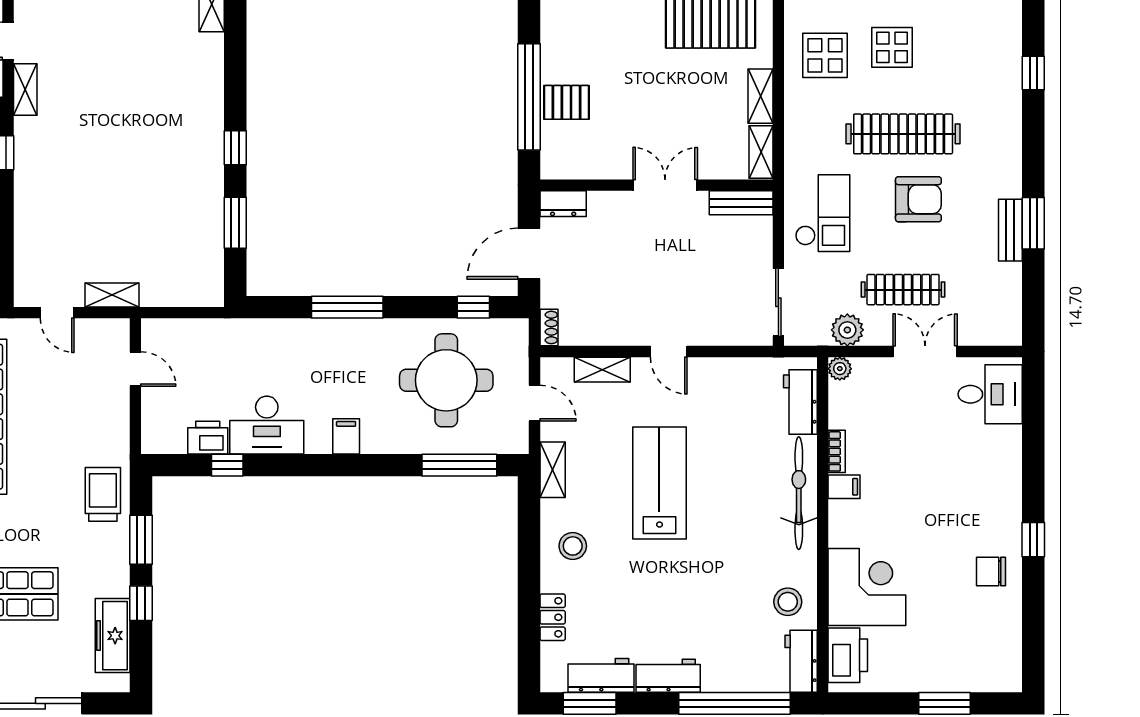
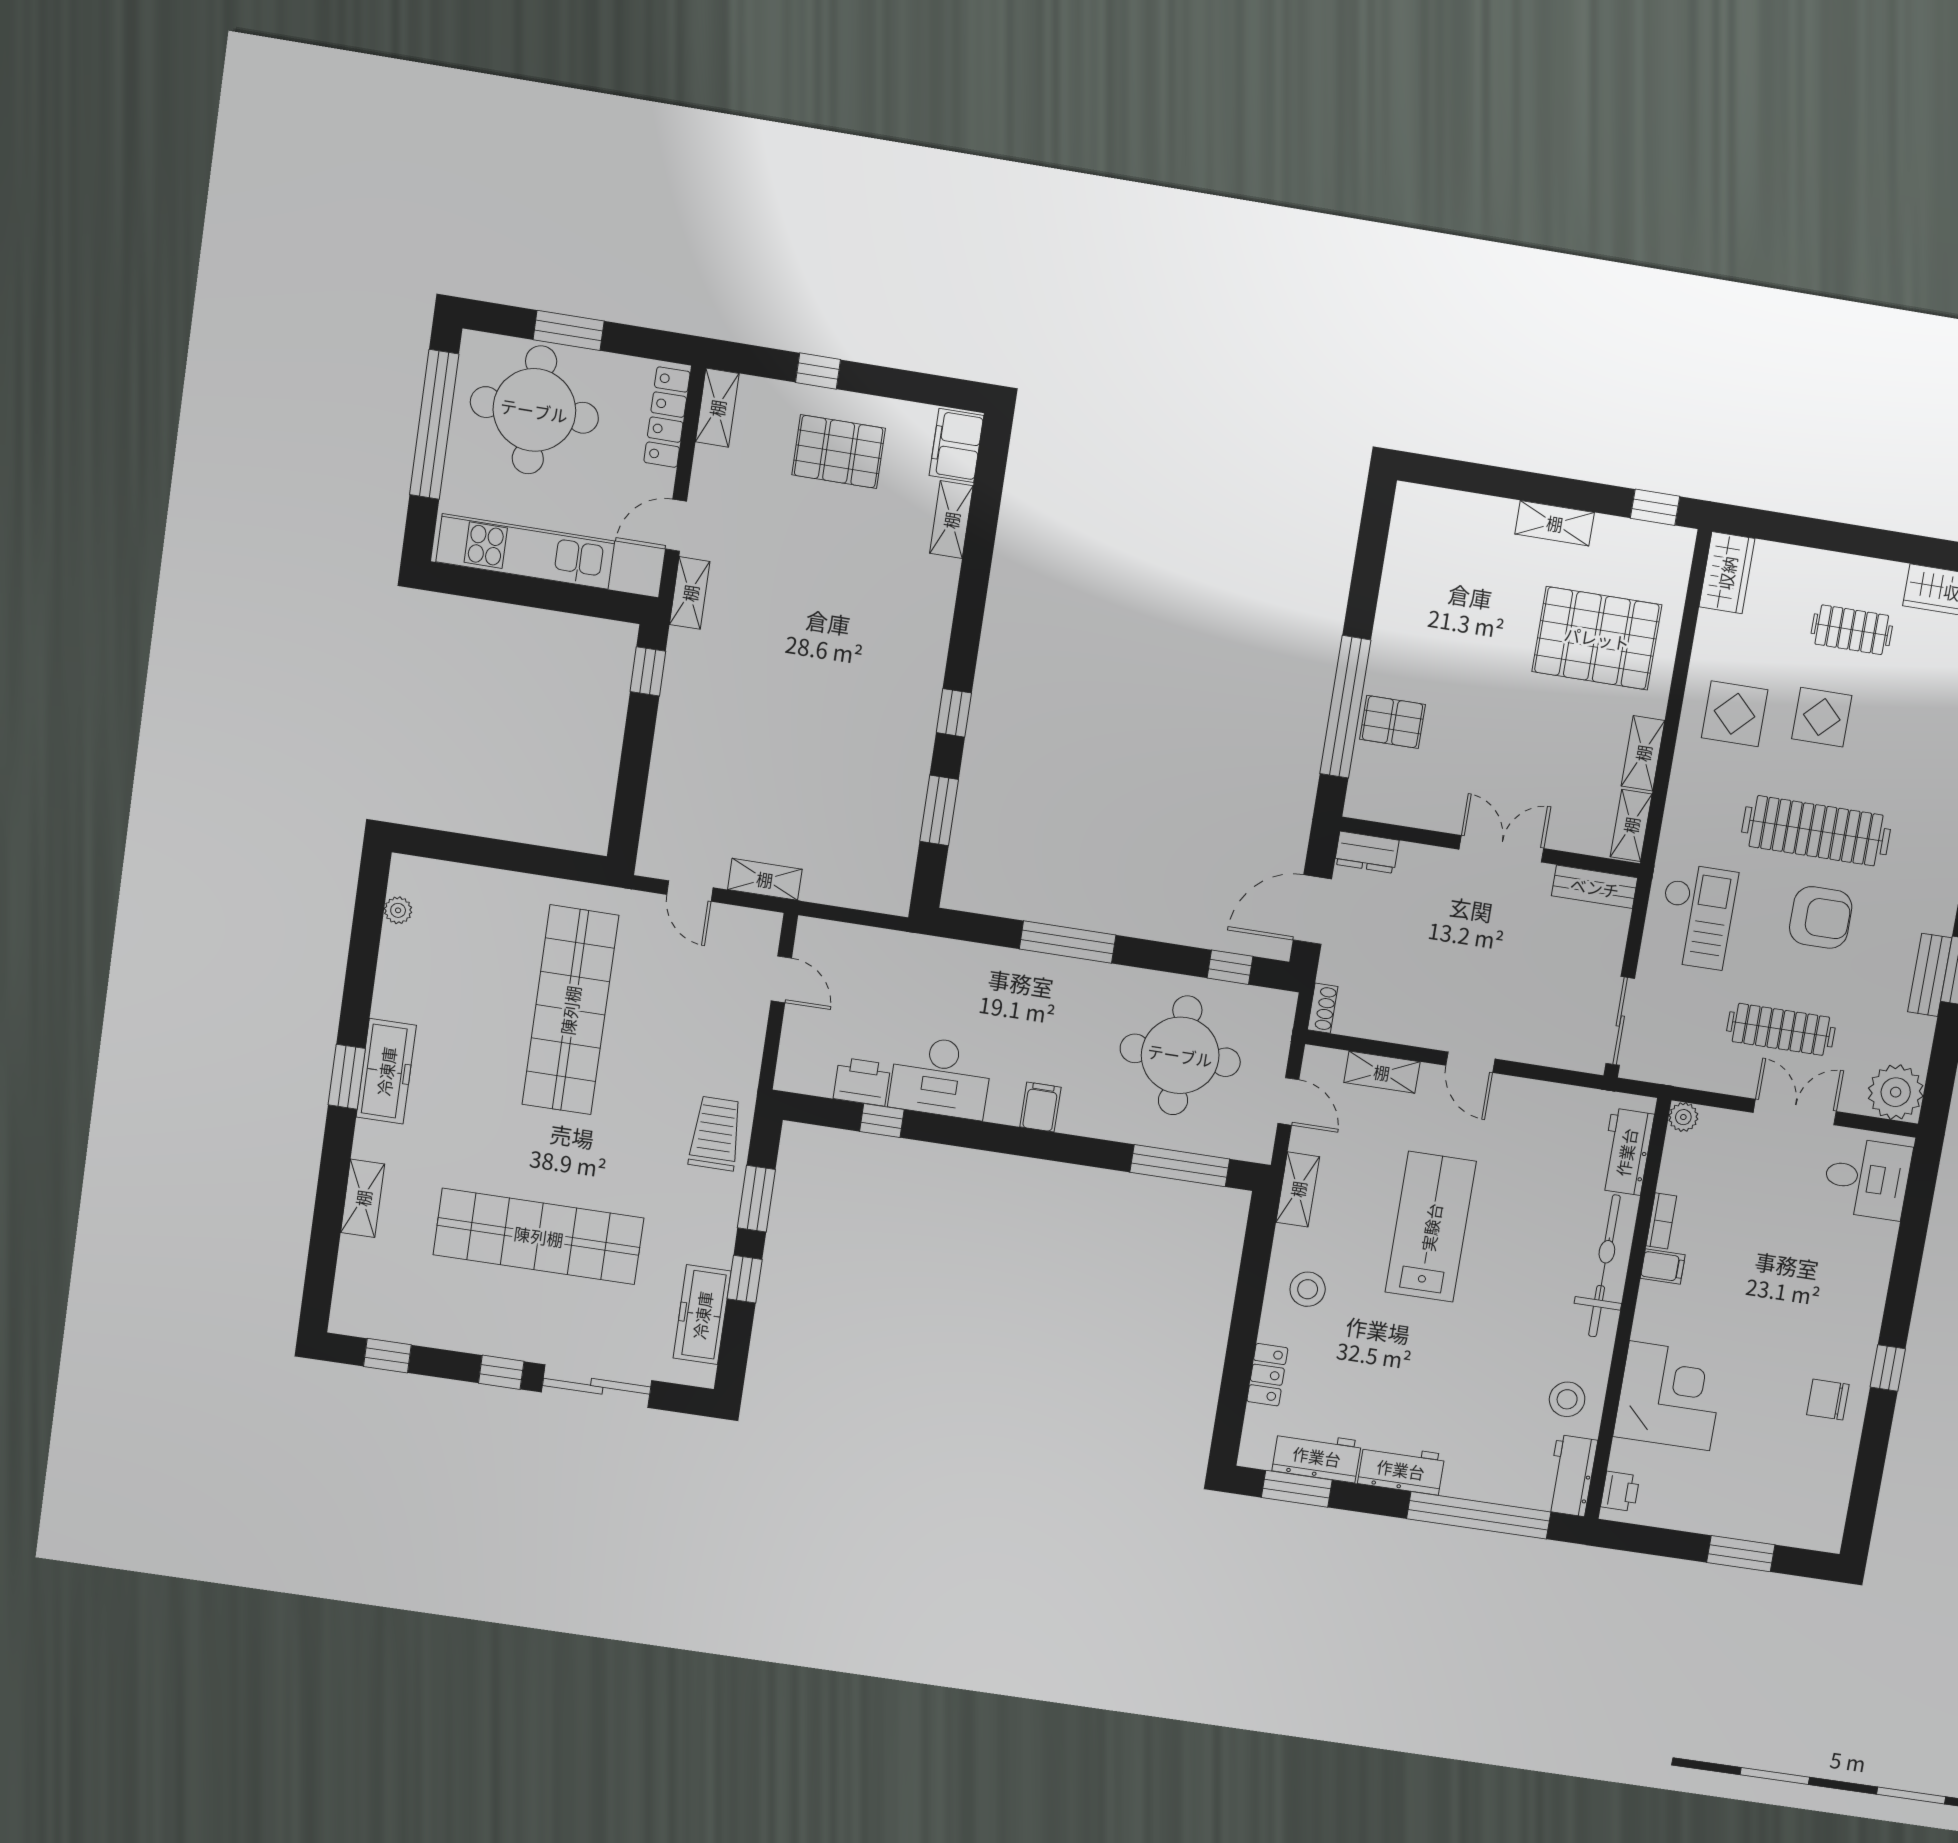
plant: (847, 330) -> (1896, 1092), moved, width x1.36, depth x1.36
printer: (848, 655) -> (1620, 1491), width x0.53, depth x0.68

